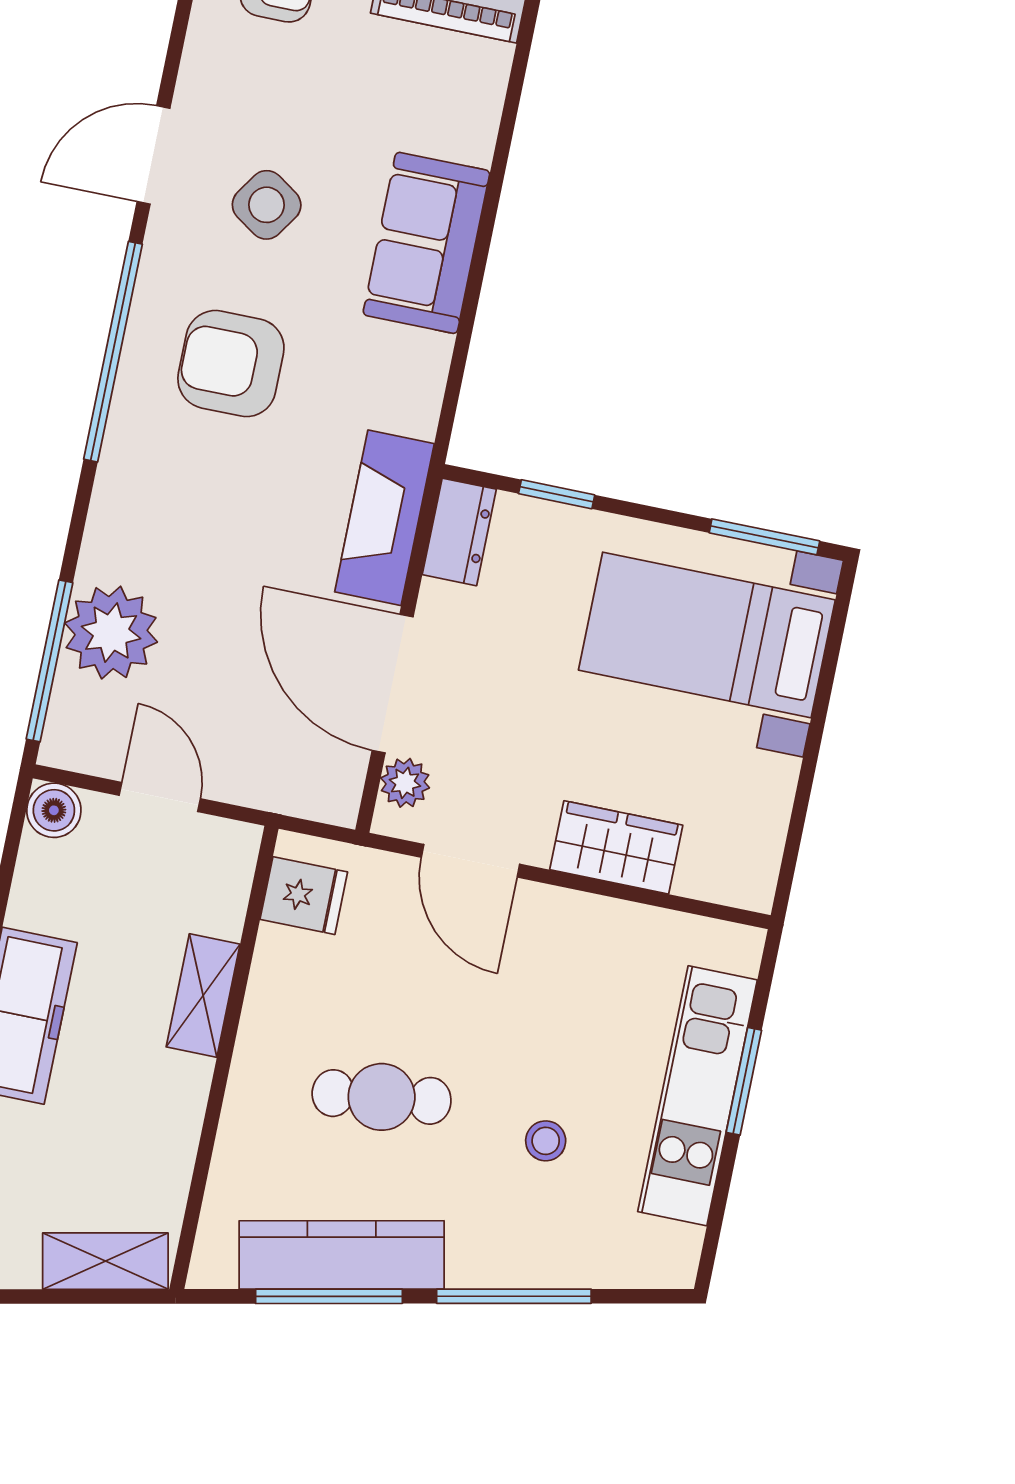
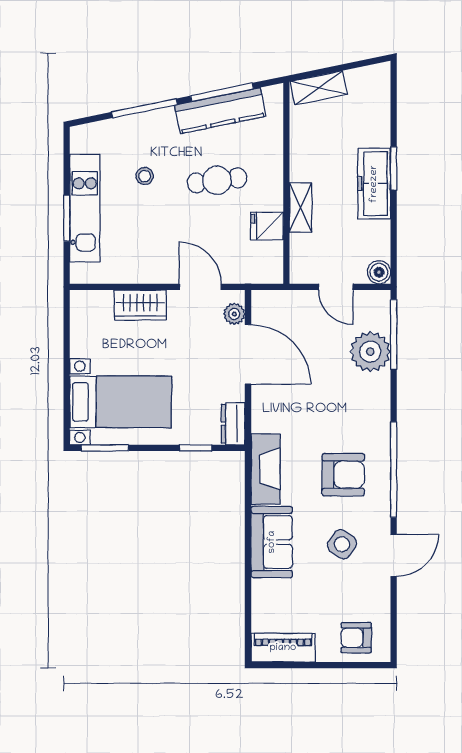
fireplace: (385, 518) -> (266, 469), moved
fridge: (304, 896) -> (267, 226), moved

